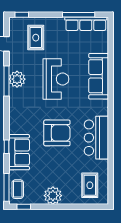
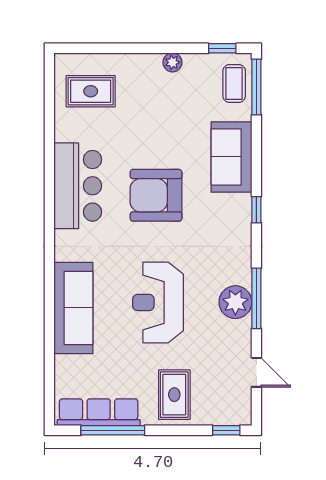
rug: (36, 38) -> (174, 395), moved
window: (6, 147) -> (256, 210), moved
rug: (90, 185) -> (91, 91), turned 90
plant: (53, 196) -> (172, 62), width x0.53, depth x0.53

